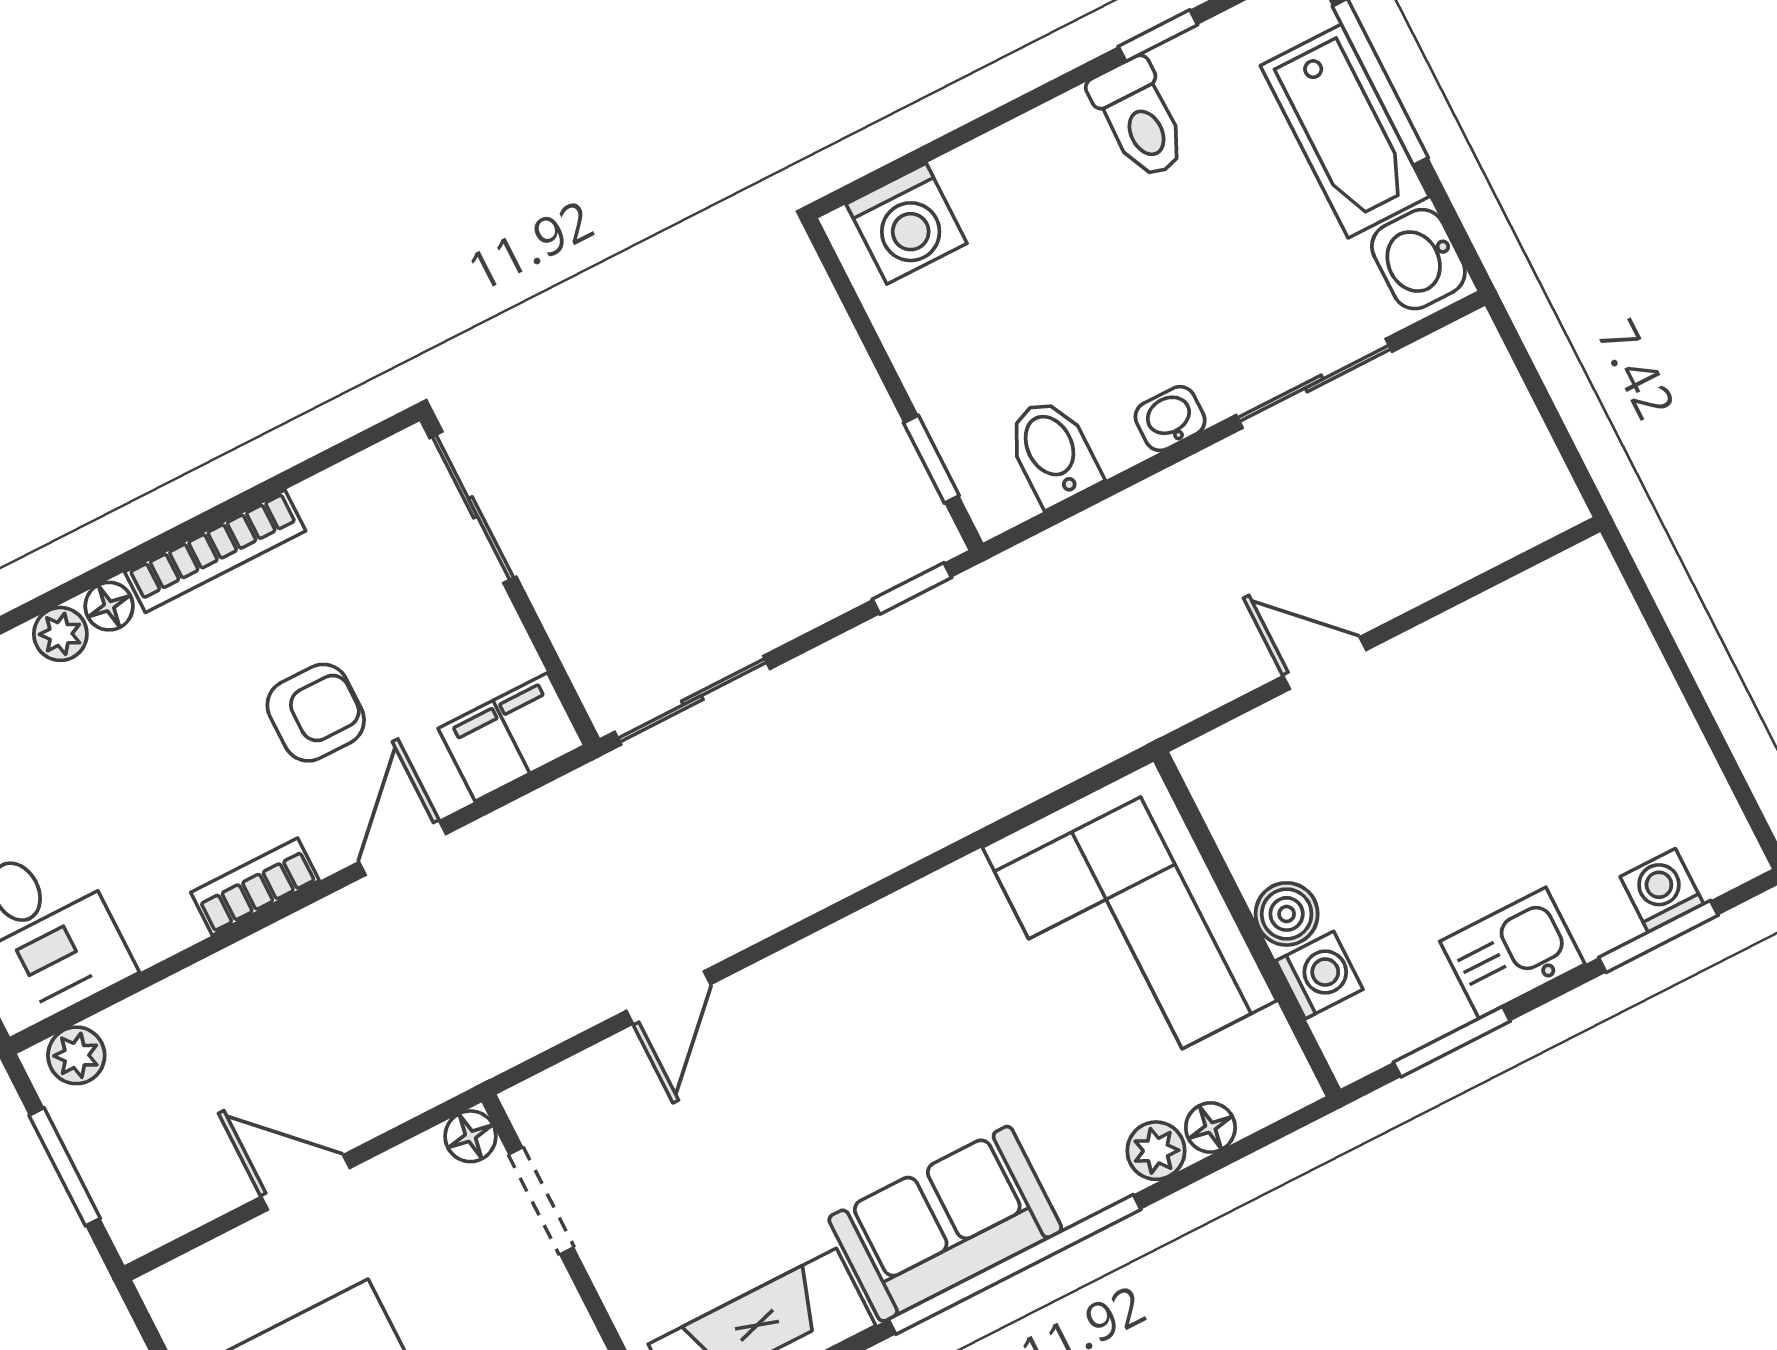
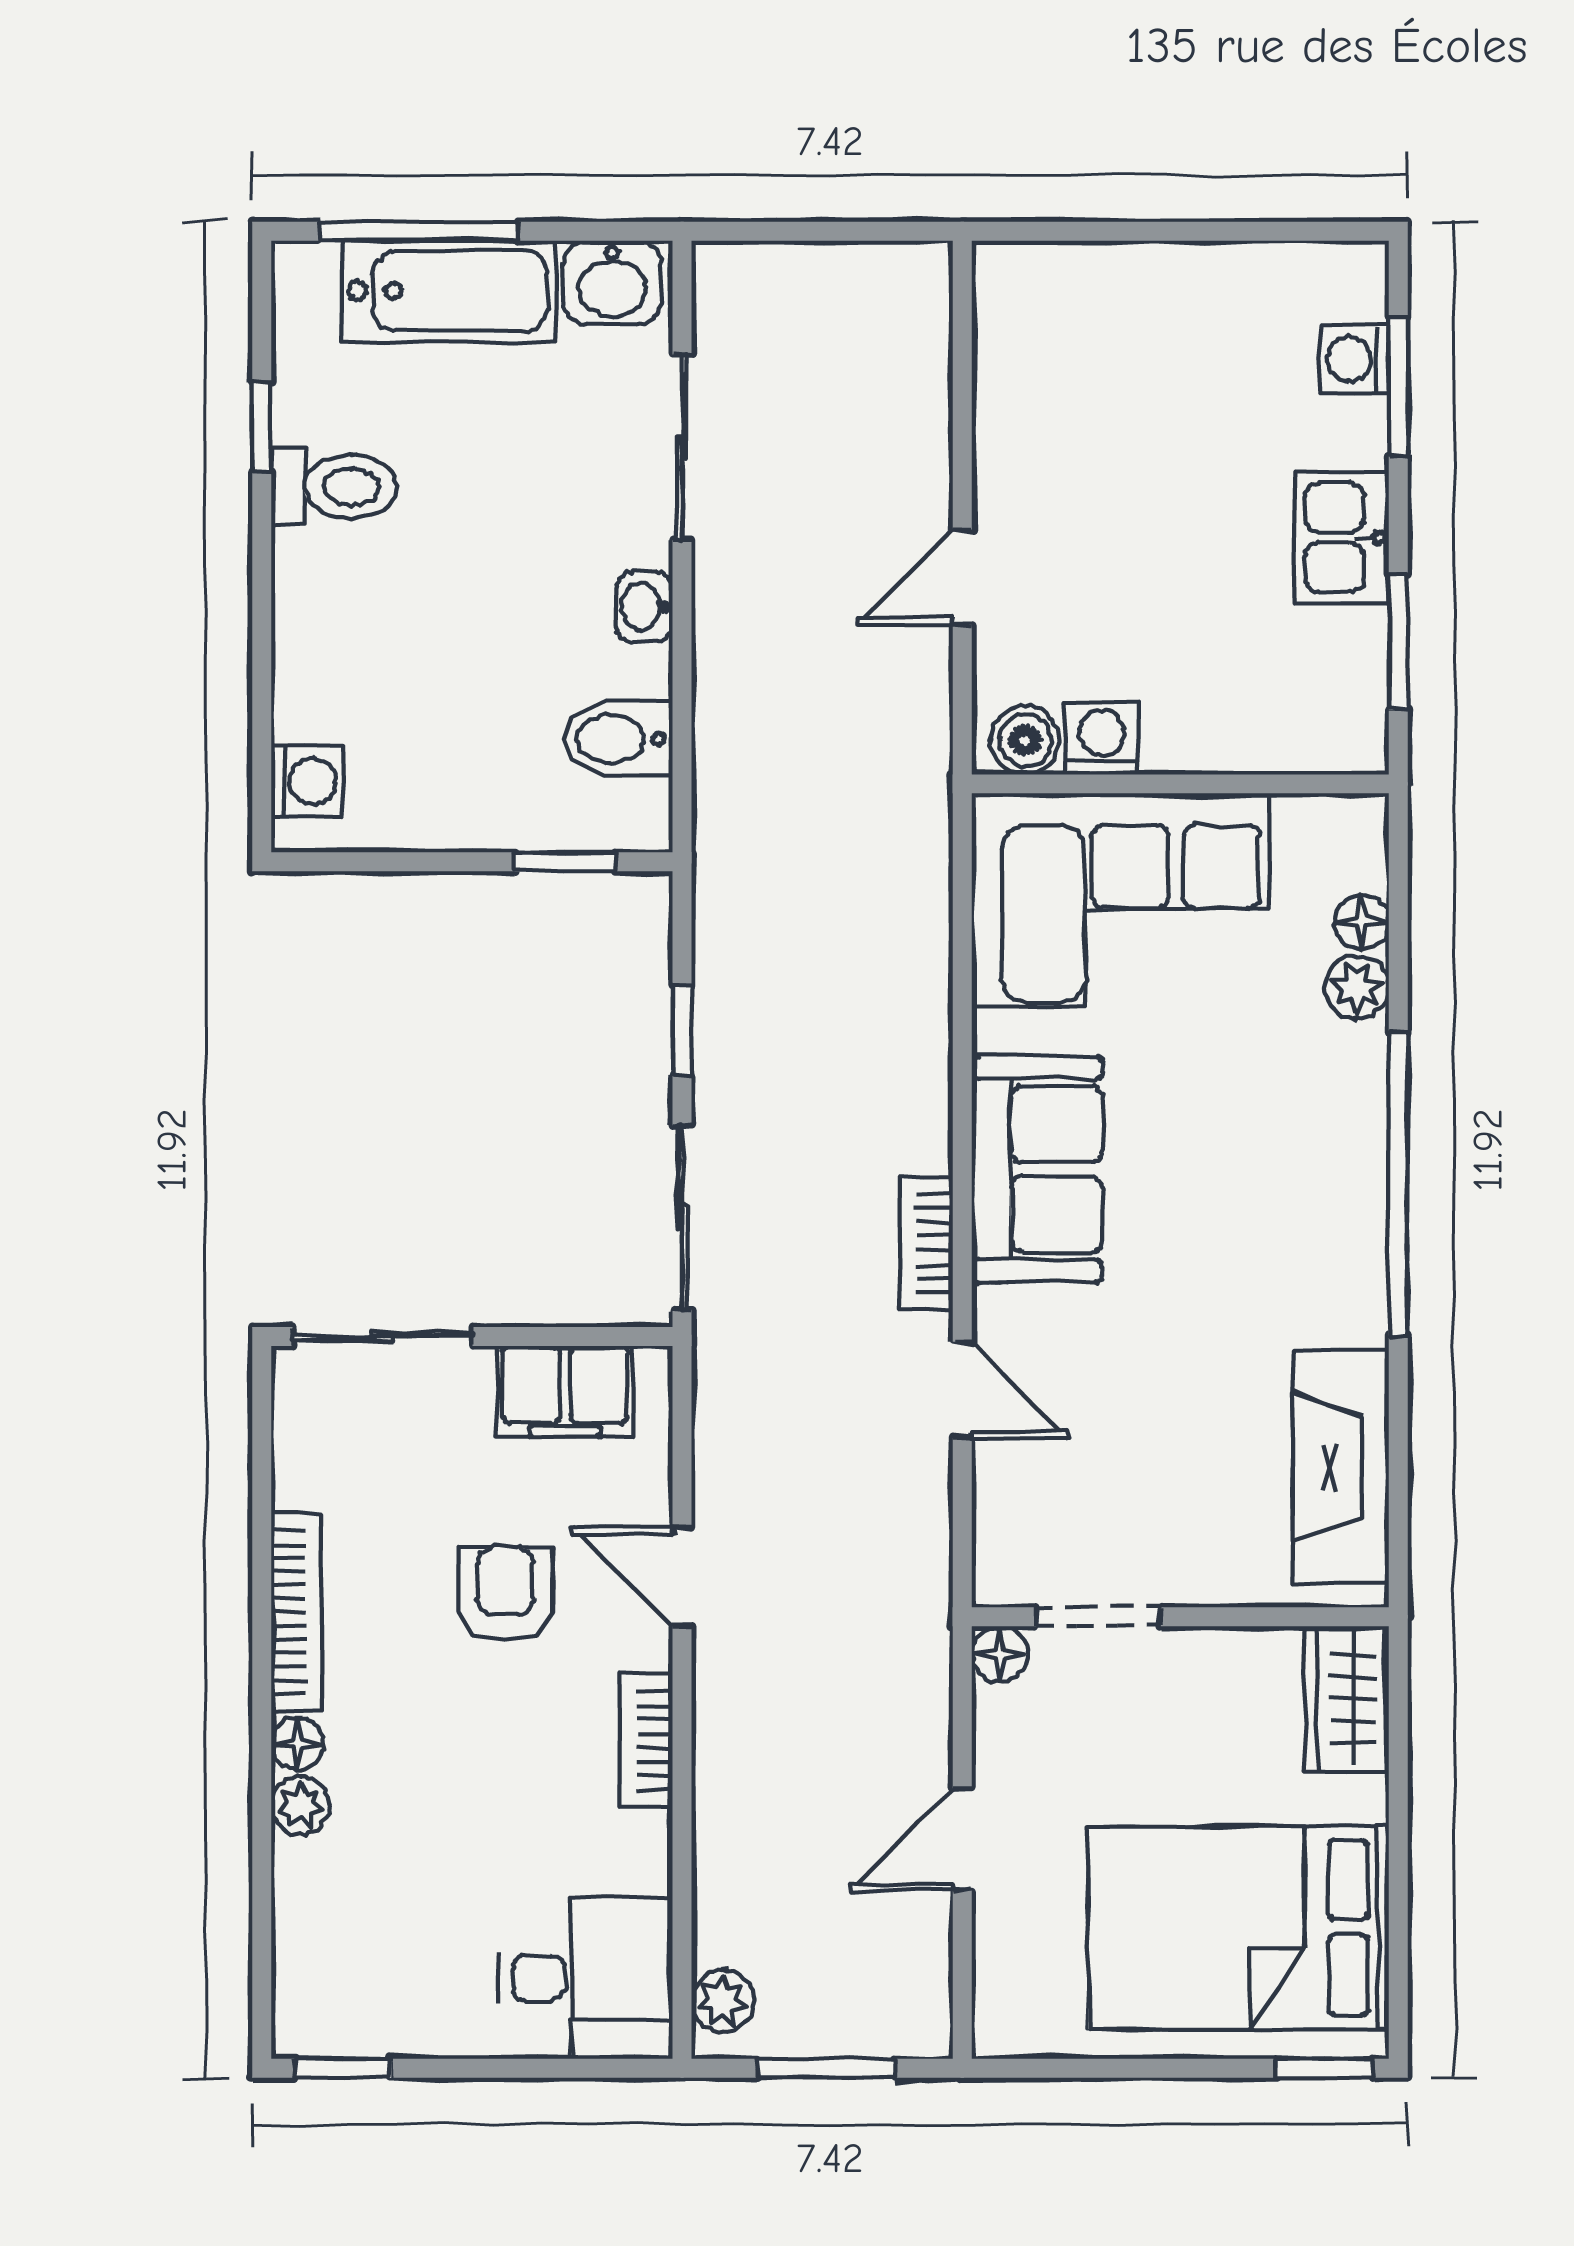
washing machine: (907, 224) -> (307, 782), width x0.73, depth x0.73
window: (912, 588) -> (682, 1030), moved
filing cabinet: (511, 737) -> (565, 1391), moved, turned -90
bookcase: (772, 908) -> (926, 1243), added
boiler: (1287, 914) -> (1025, 740), moved
washing machine: (1319, 975) -> (1102, 739), moved
sofa: (945, 1224) -> (1037, 1169), moved, turned 180

